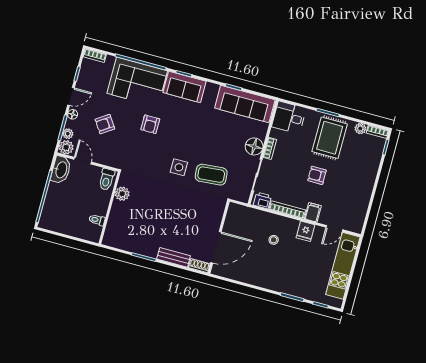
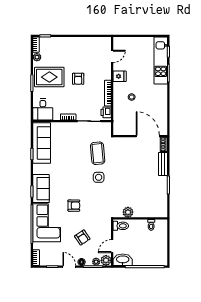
floor lamp: (254, 146) -> (70, 128), removed
filing cabinet: (313, 212) -> (105, 75), removed
door: (334, 229) -> (112, 56), hinge flipped
kitchen unit: (343, 266) -> (161, 60), moved, turned 90

